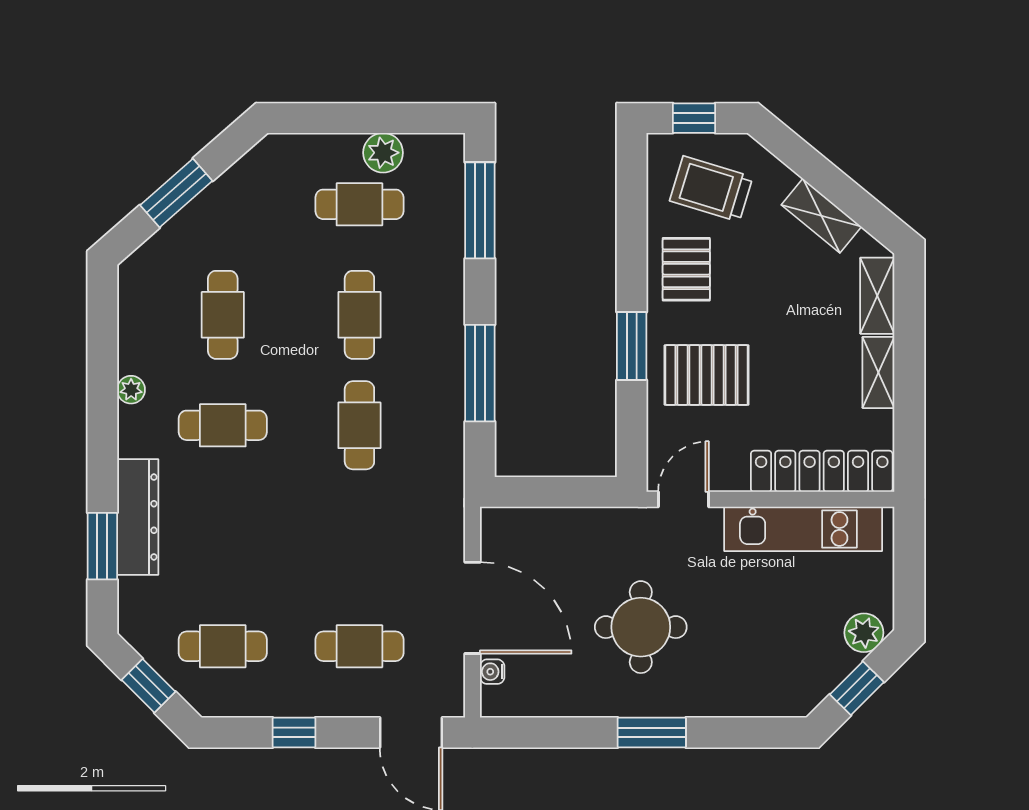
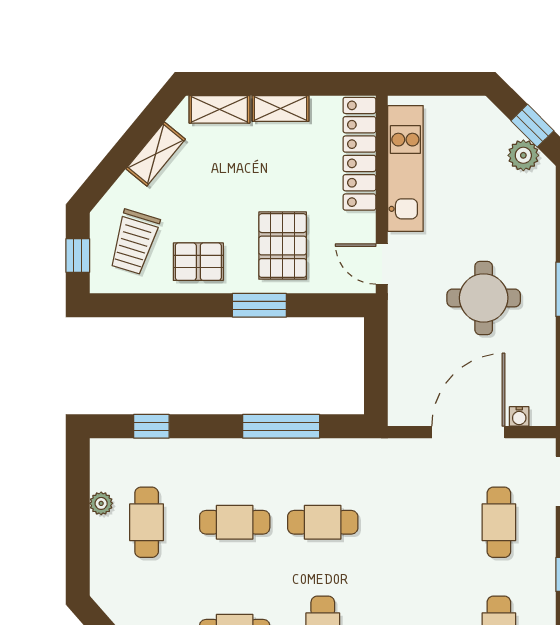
plant: (383, 153) -> (101, 503), width x0.73, depth x0.73
window: (480, 210) -> (151, 426), width x0.46
plant: (864, 633) -> (523, 155), moved

